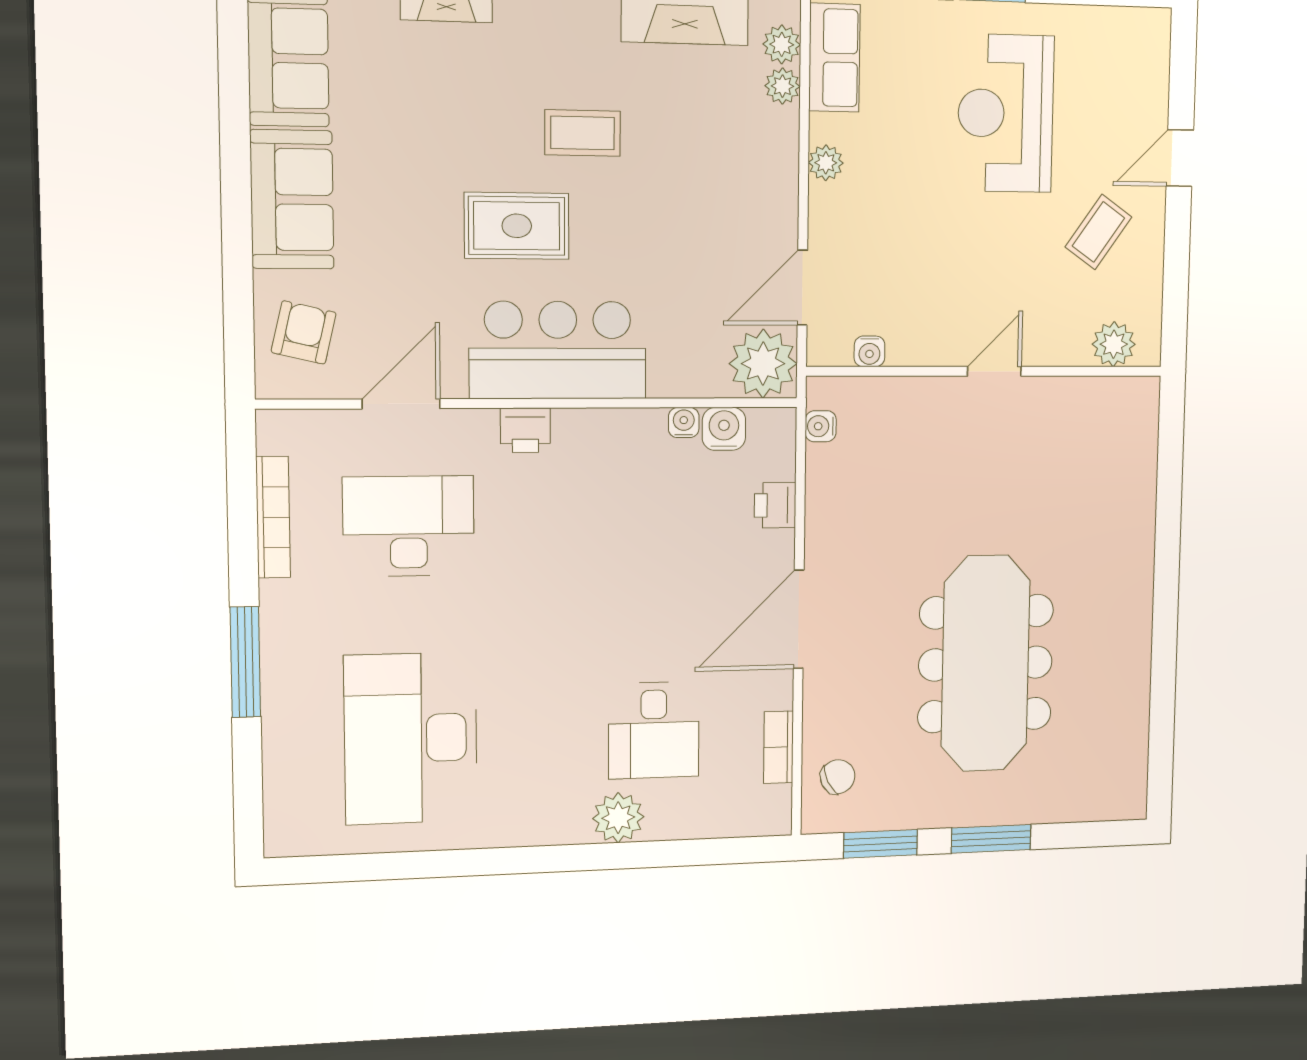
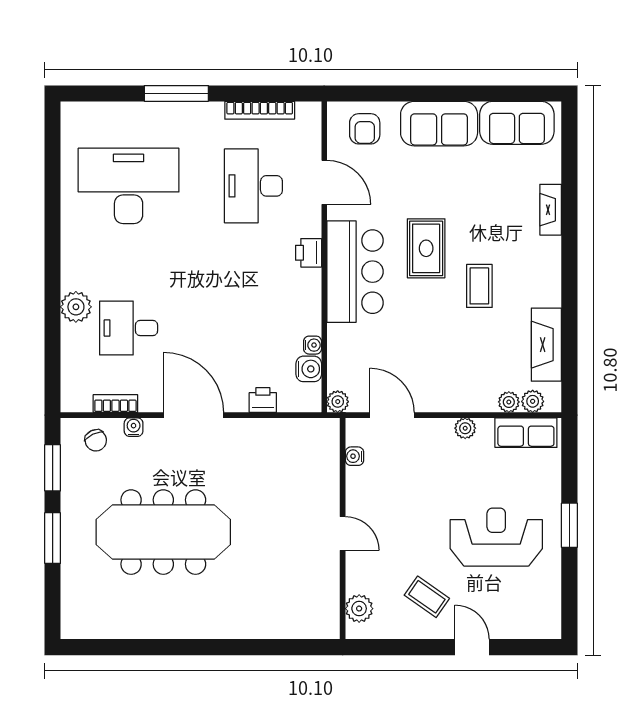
armchair: (304, 332) -> (365, 129), turned 77
plant: (763, 364) -> (338, 402), width x0.53, depth x0.53
water cooler: (821, 426) -> (134, 427), moved
desk: (409, 526) -> (253, 186), turned 180

